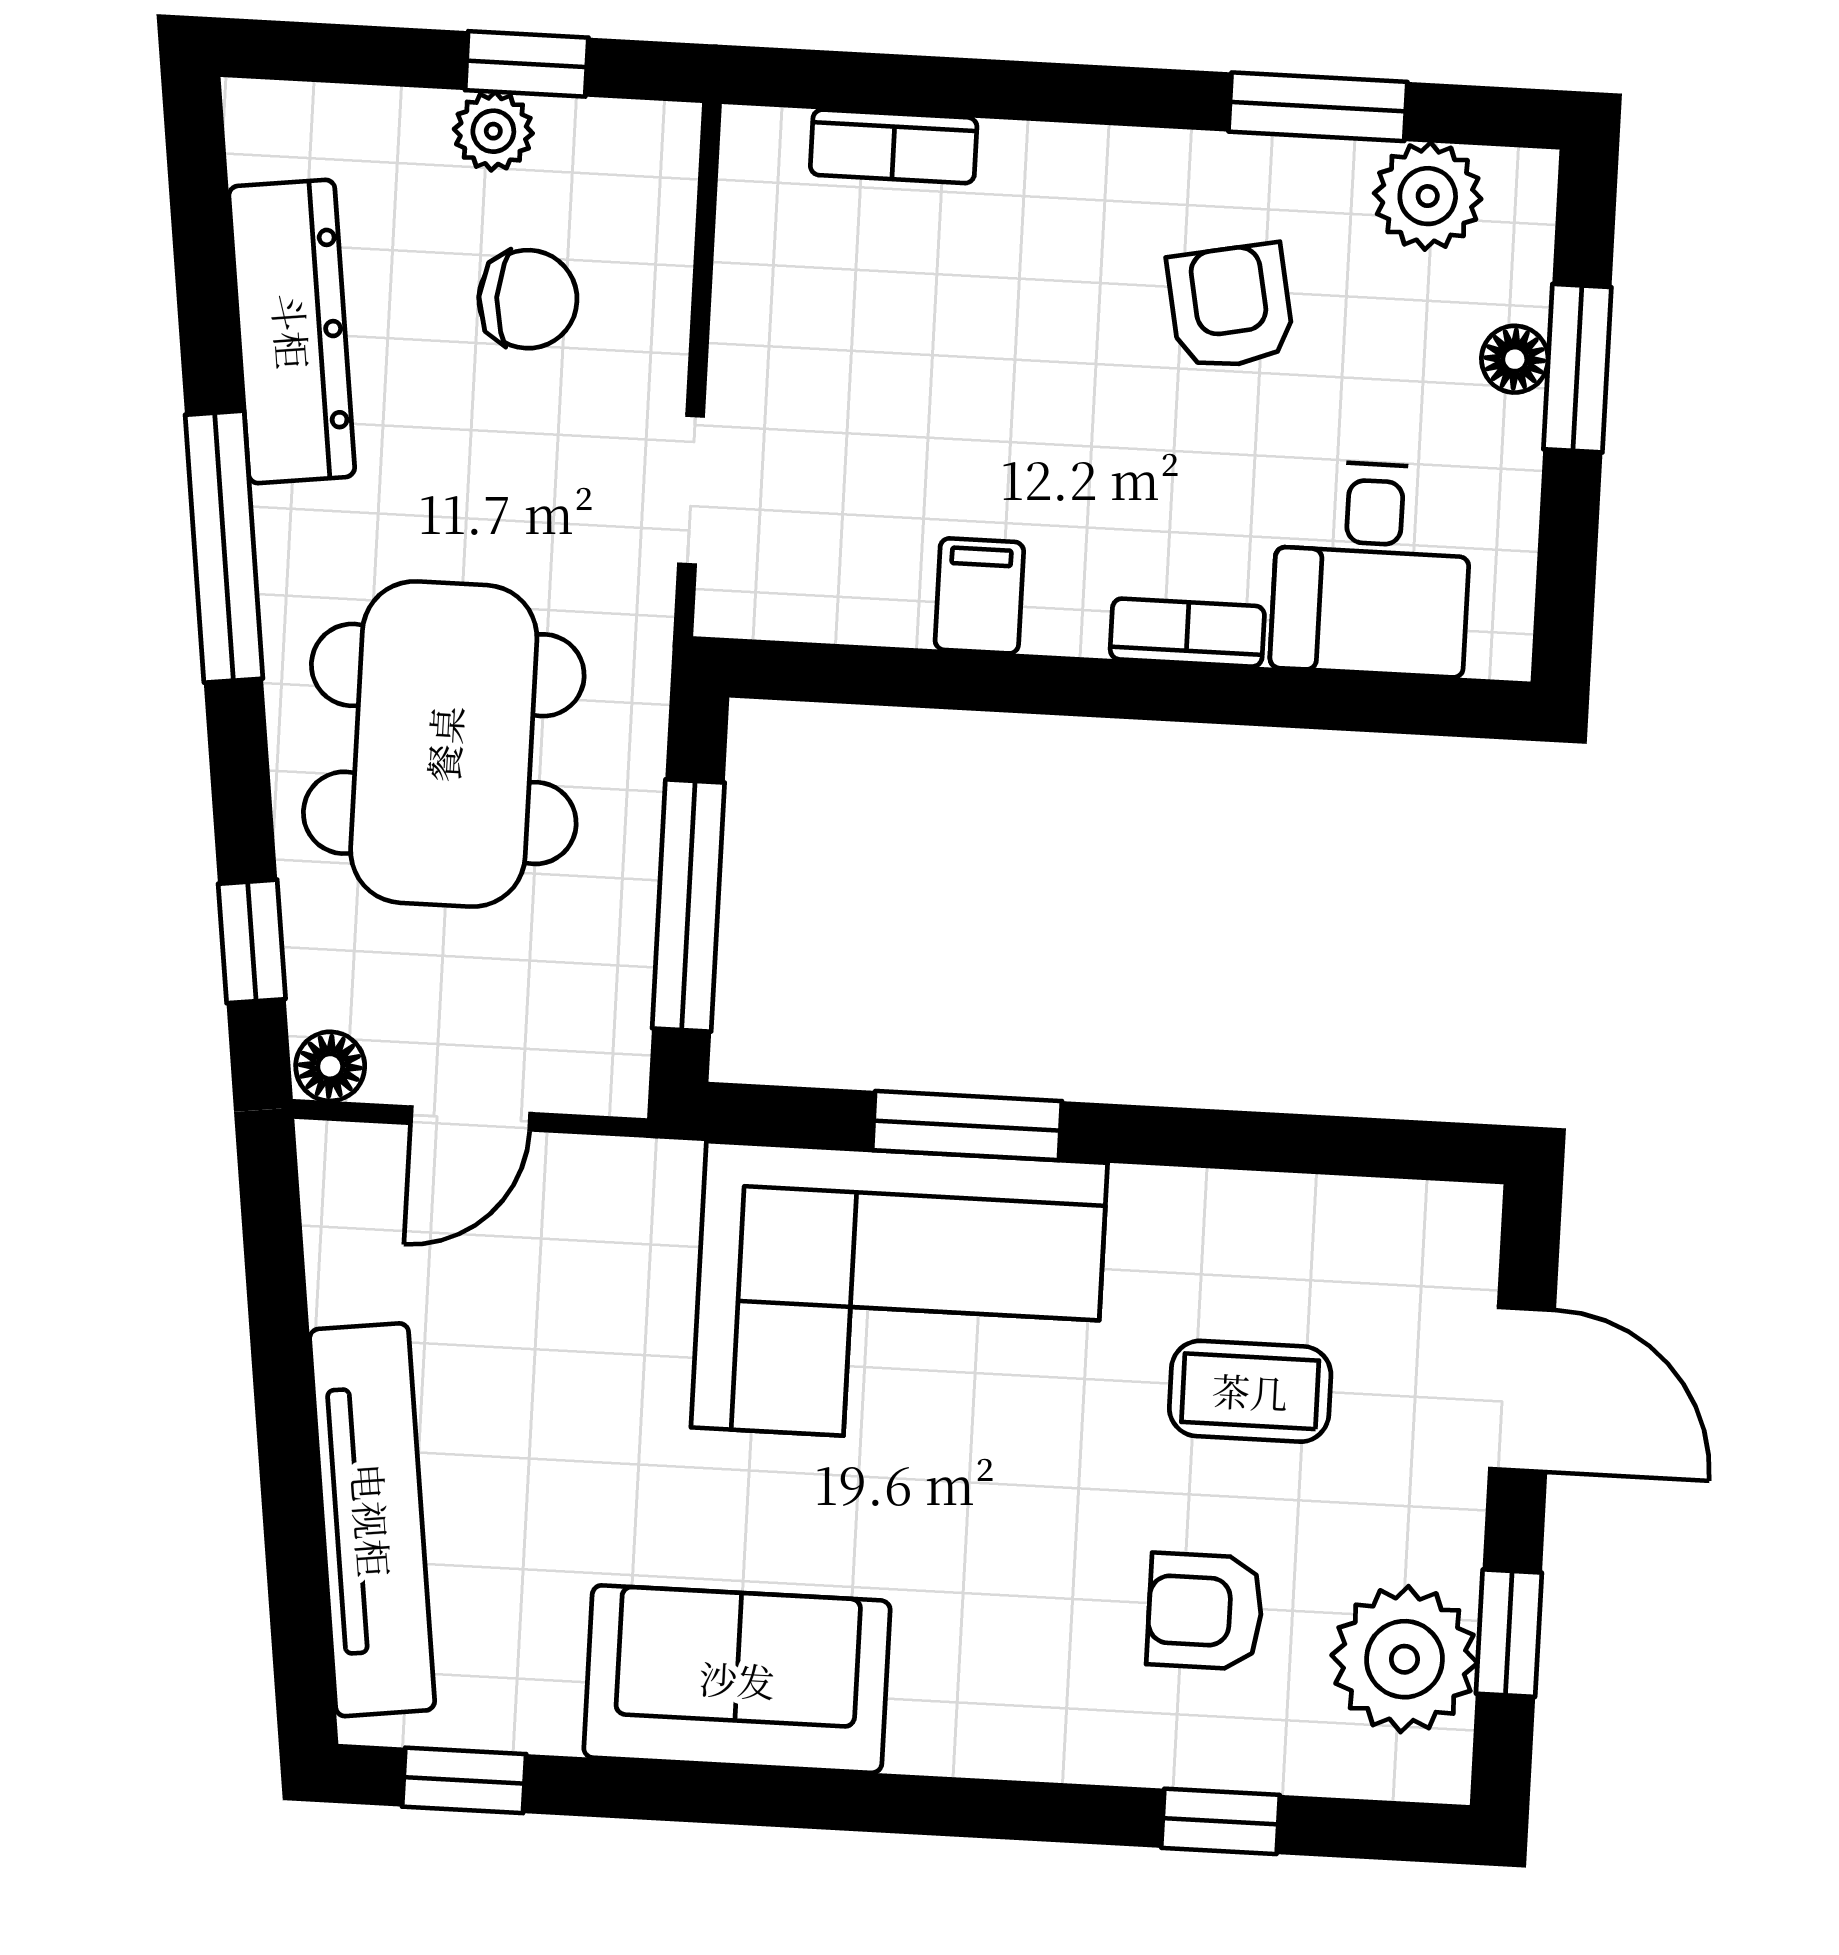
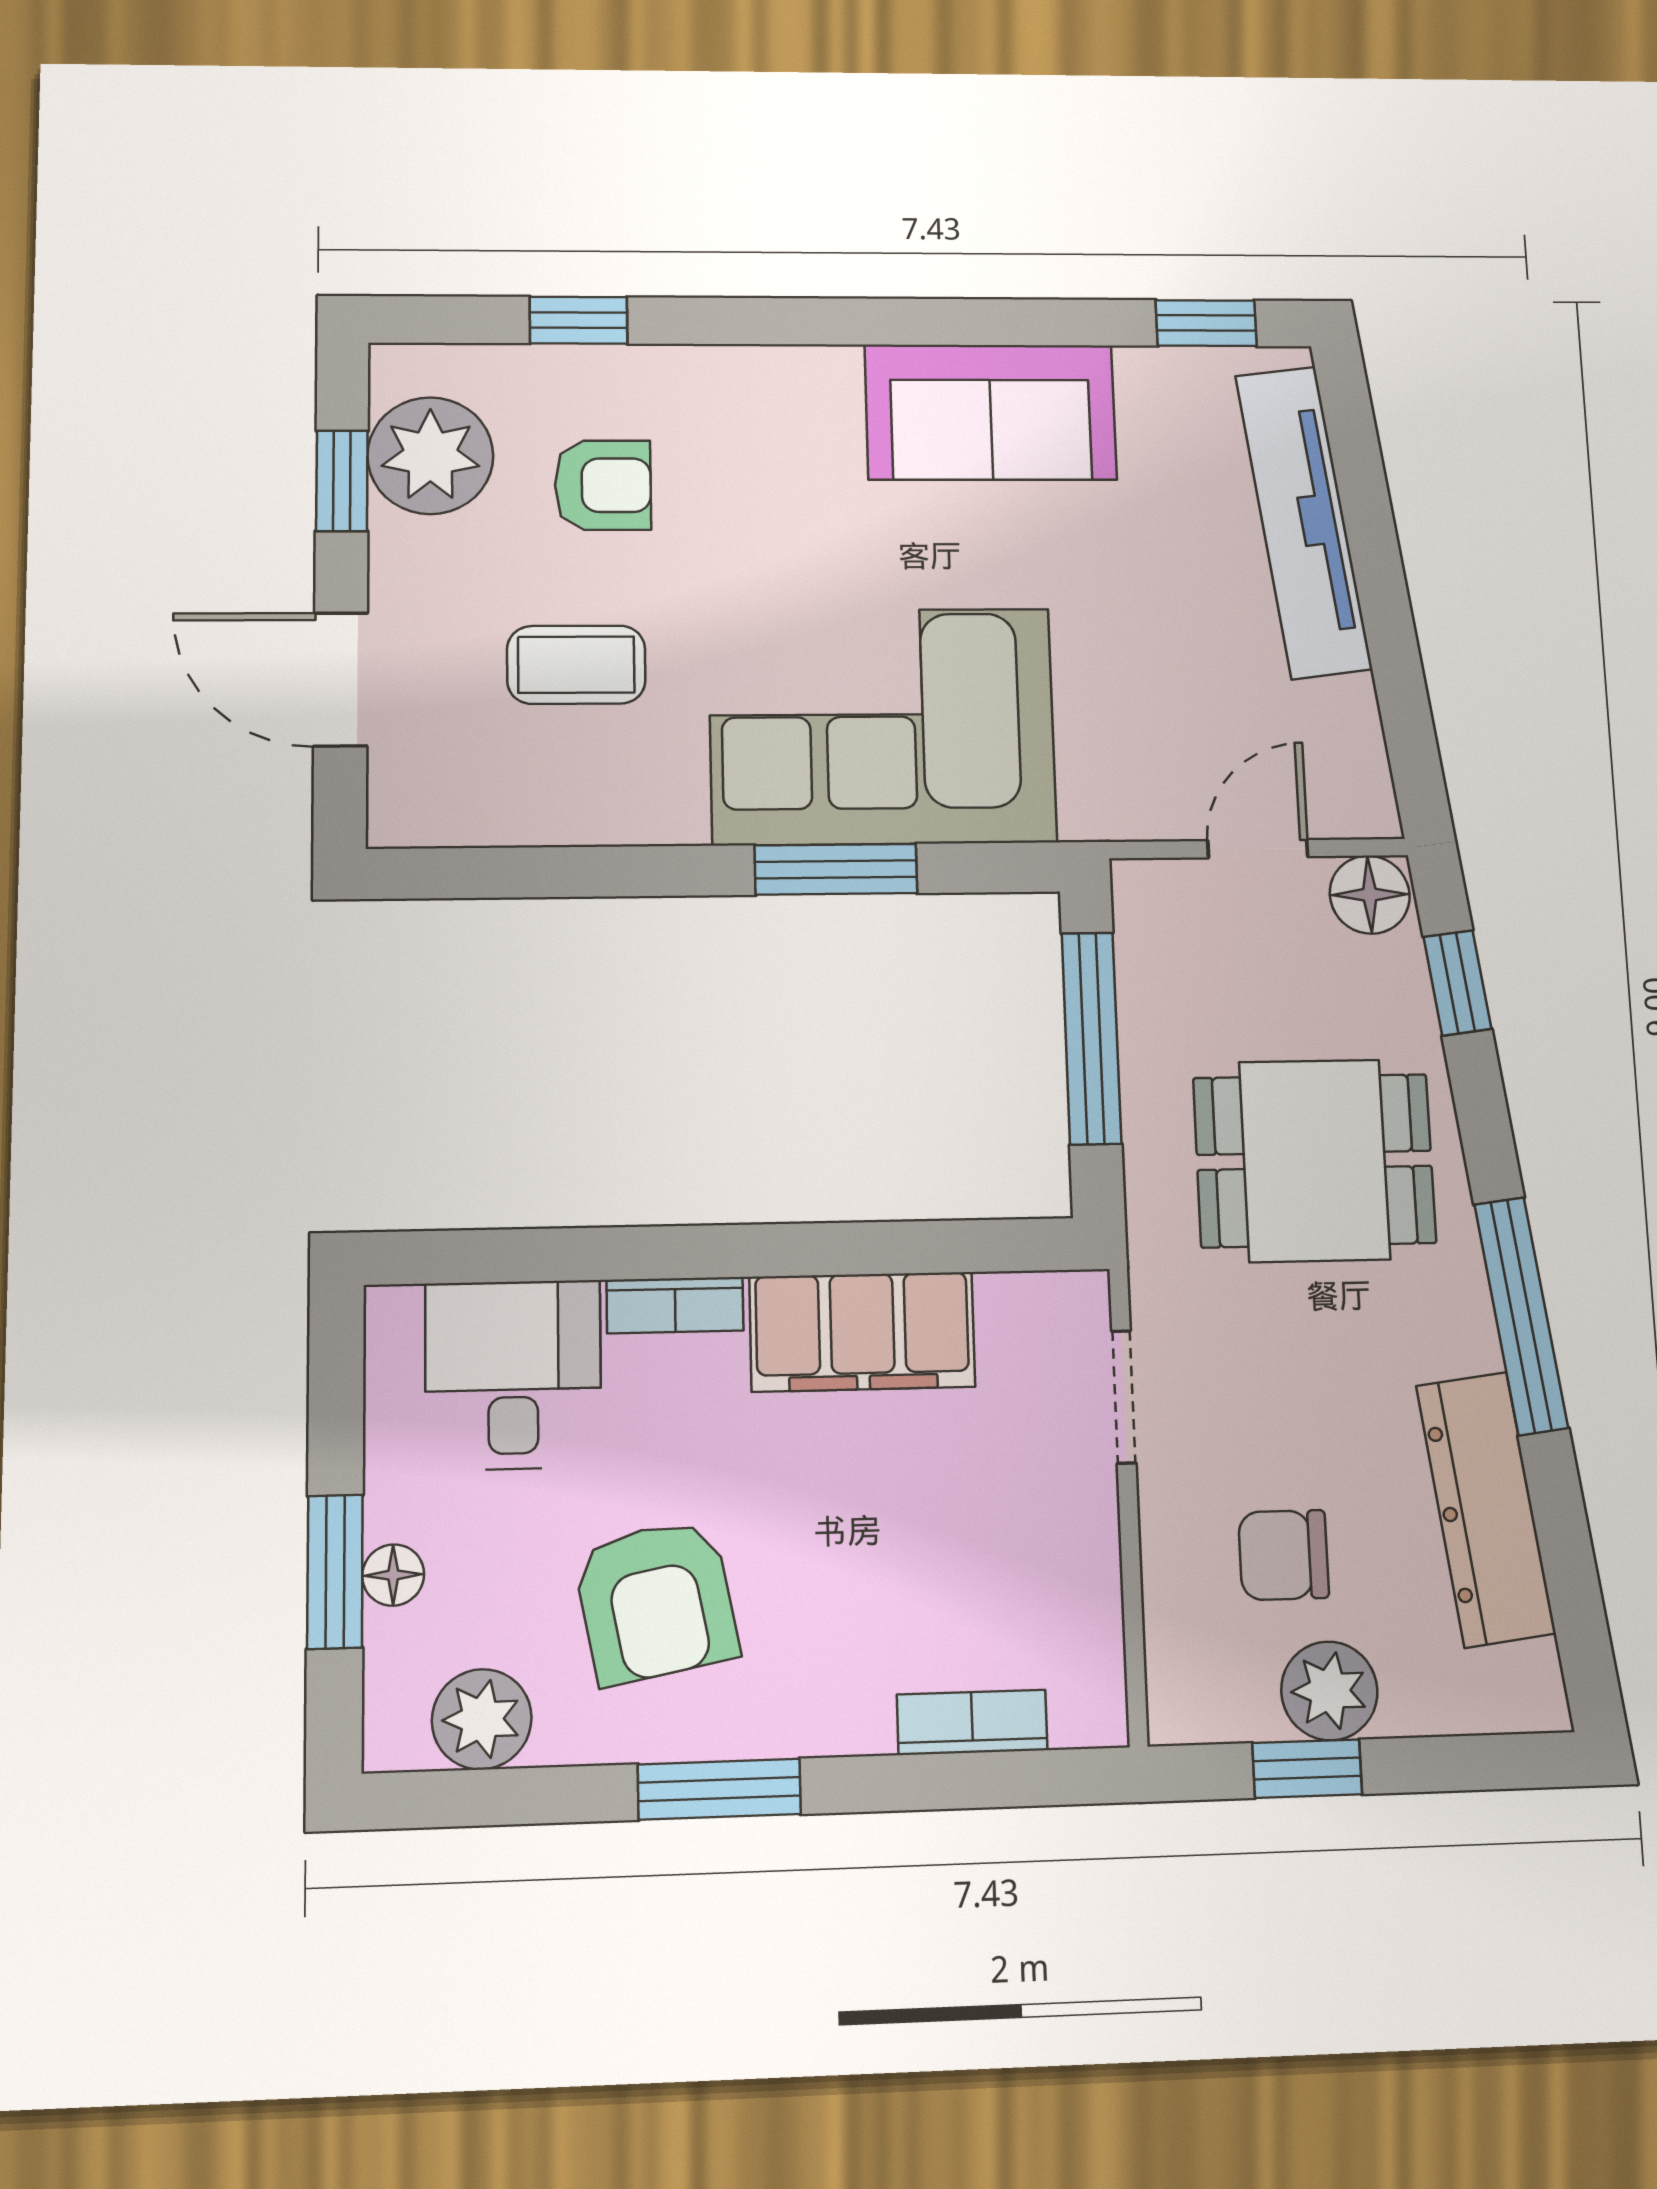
window: (1318, 107) -> (719, 1789), moved
plant: (493, 131) -> (1329, 1691), width x1.38, depth x1.38
armchair: (1231, 307) -> (656, 1601), width x1.38, depth x1.38
filing cabinet: (979, 596) -> (862, 1332), width x3.00, depth x1.17
dining table: (444, 744) -> (1314, 1160), width x0.73
floor lamp: (330, 1066) -> (1370, 895), width x1.37, depth x1.37

